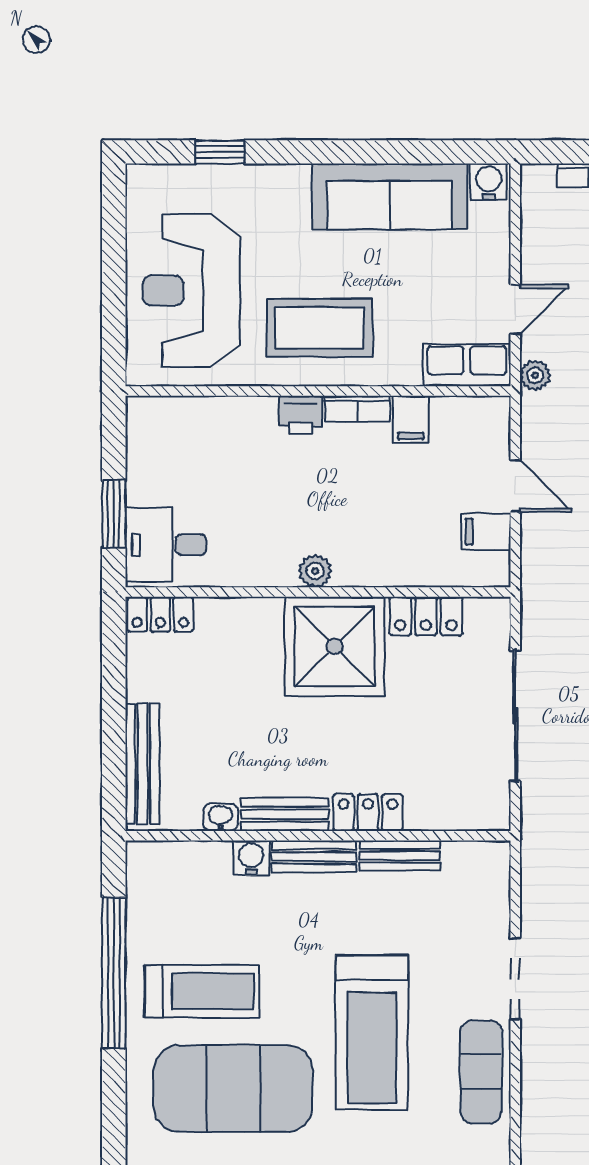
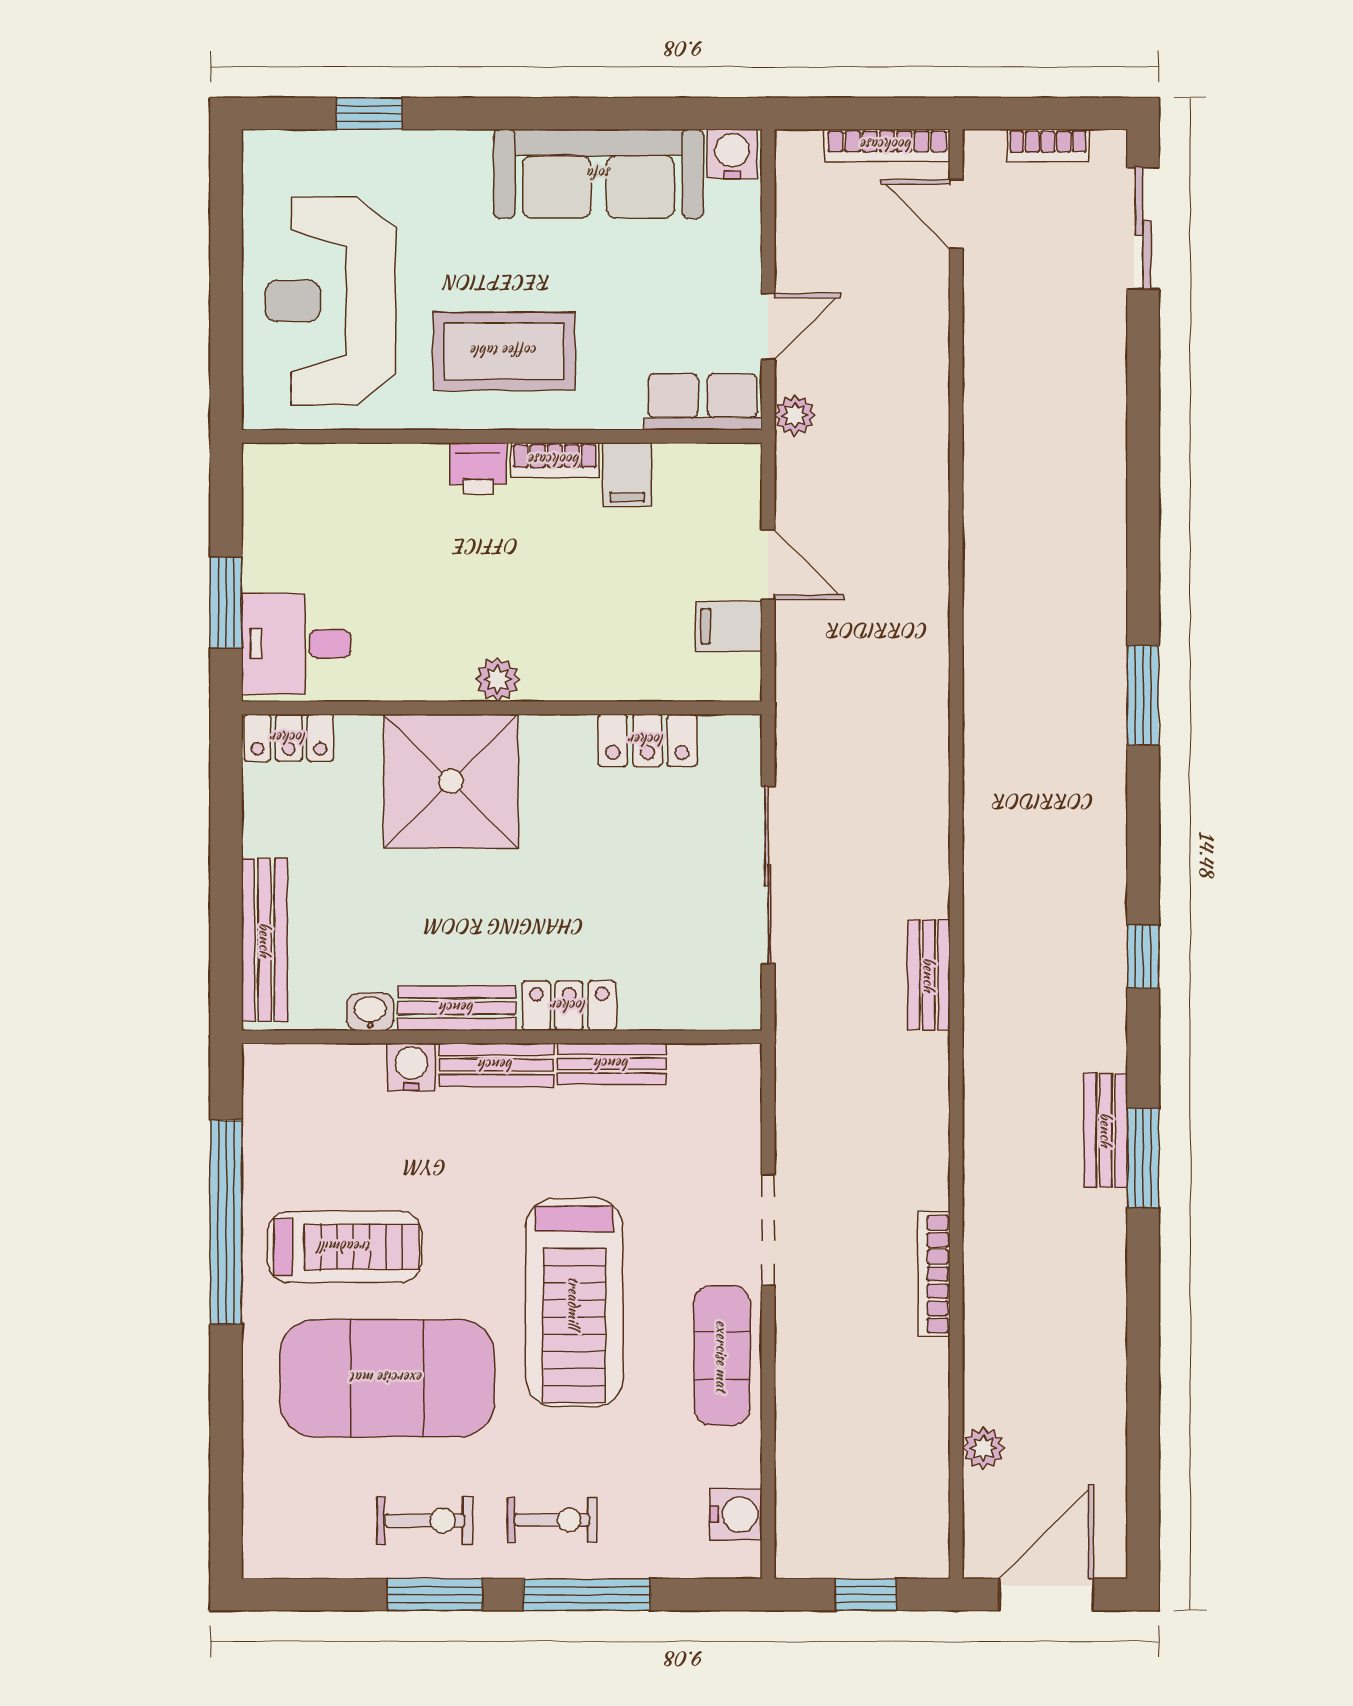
shower: (334, 646) -> (451, 781), moved

